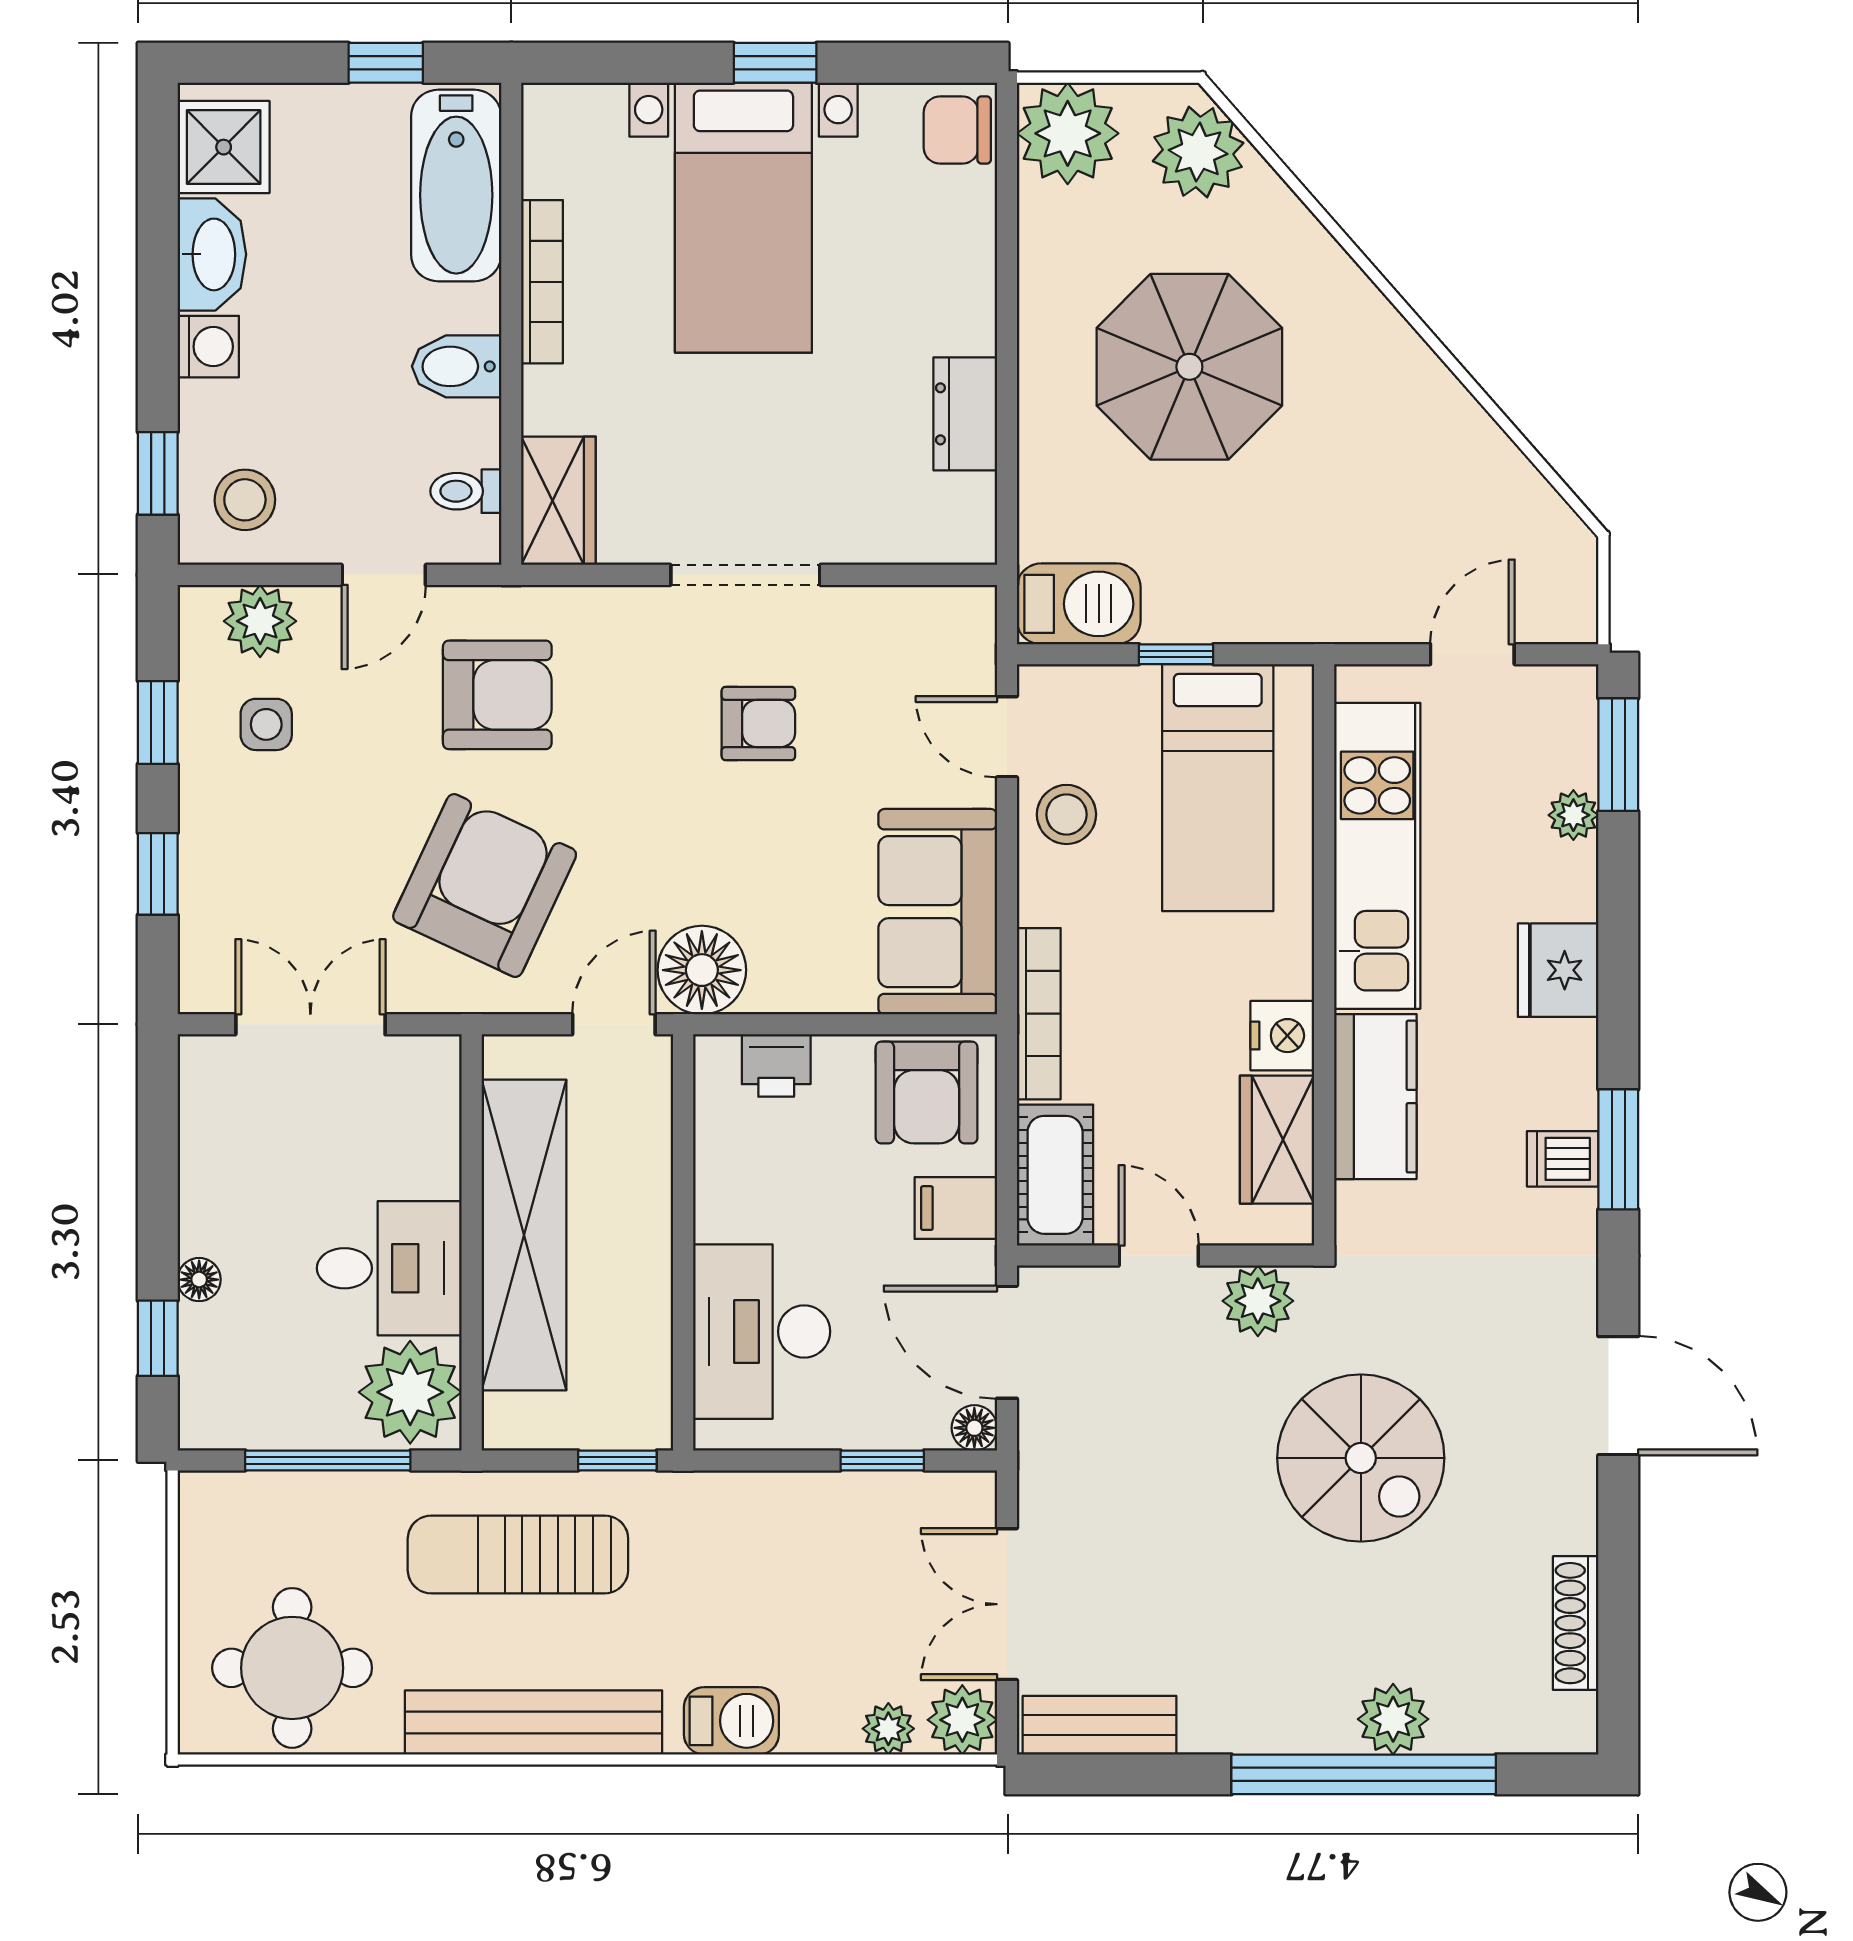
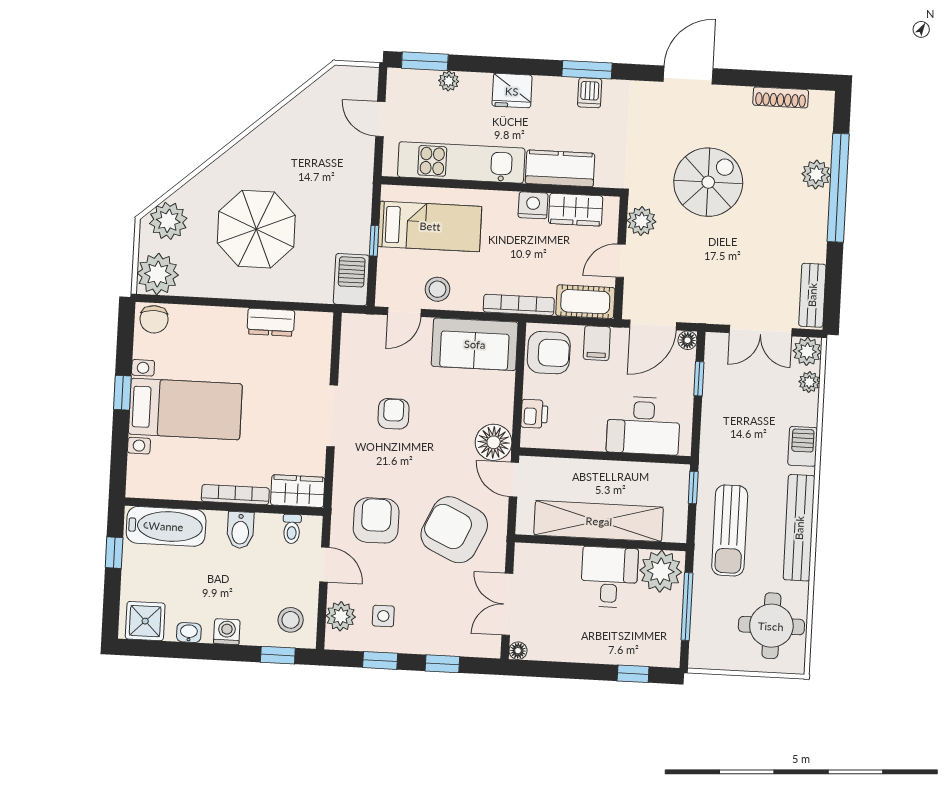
washbasin: (212, 254) -> (189, 633), width x0.52, depth x0.69
bookcase: (542, 282) -> (235, 495), moved
floor lamp: (199, 1280) -> (518, 651), moved

